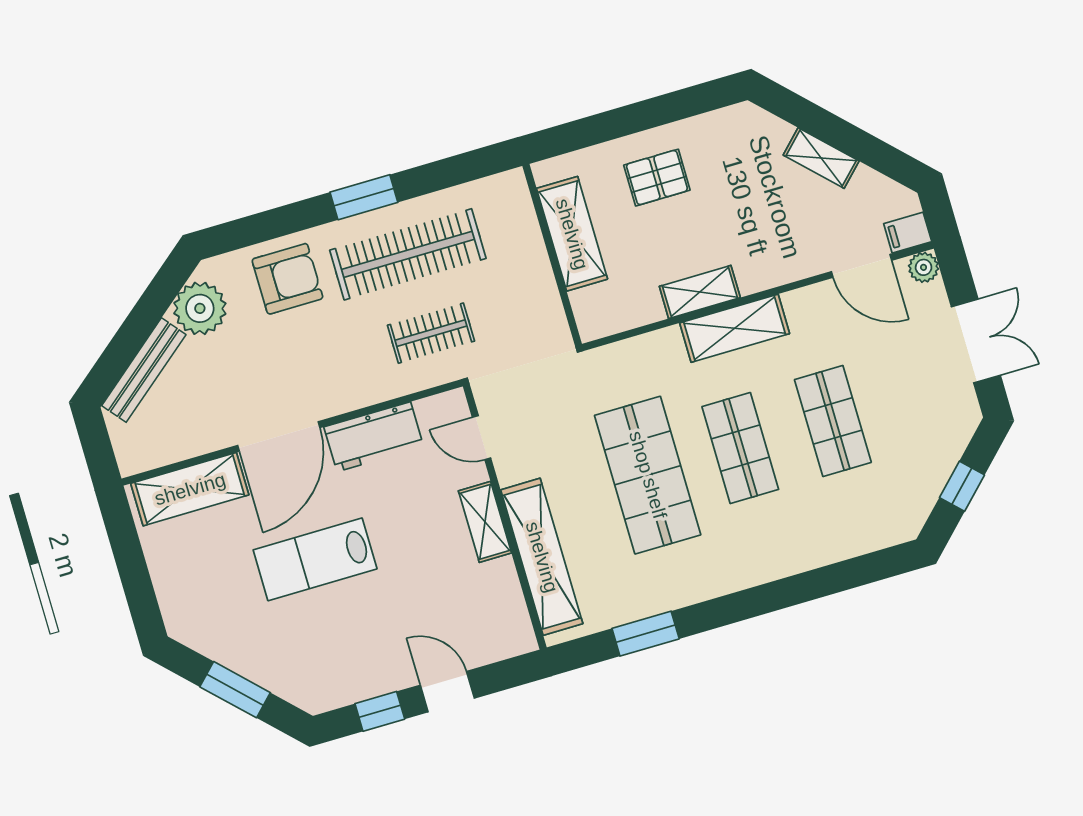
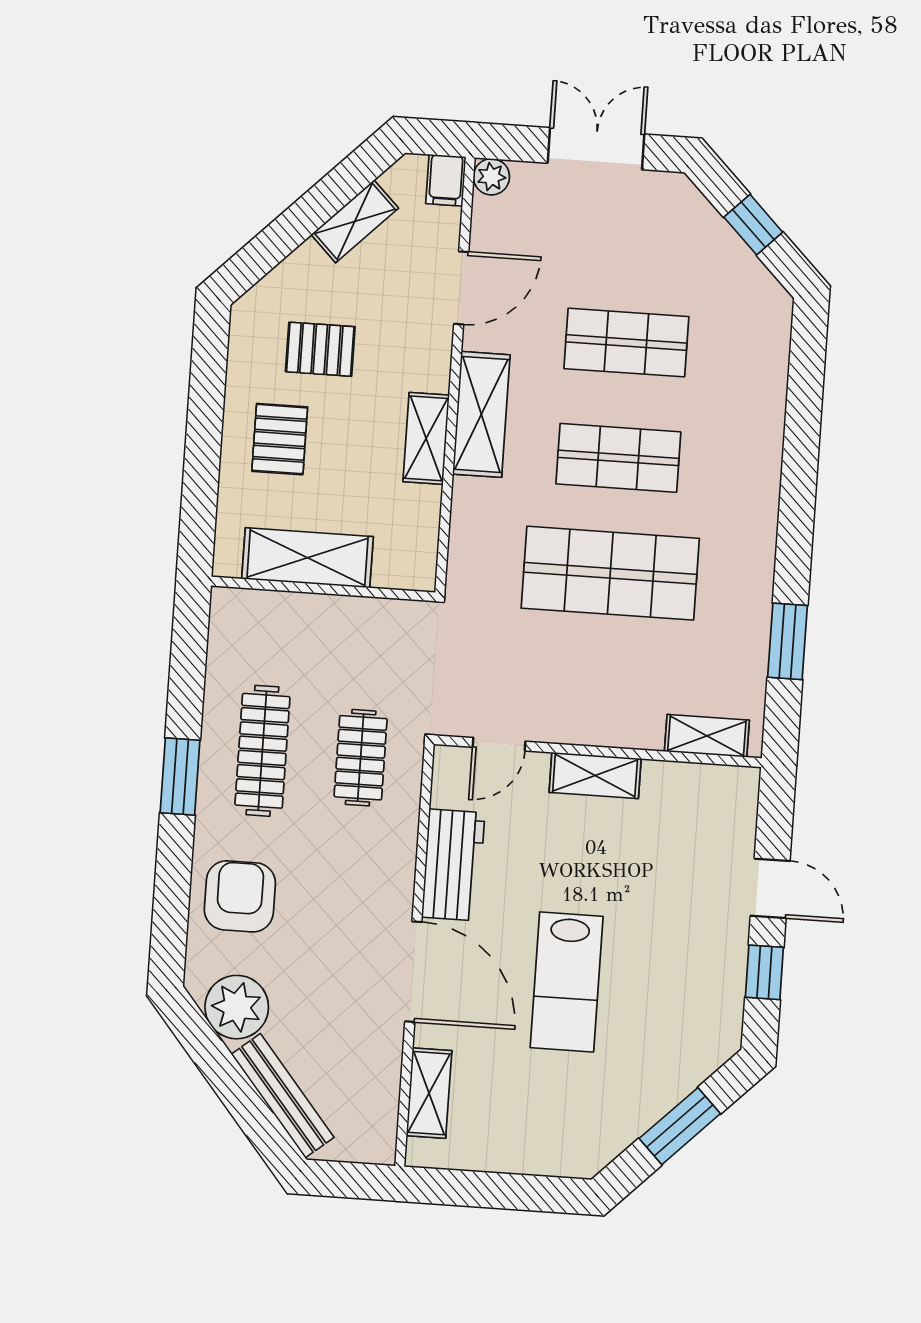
shelving: (821, 158) -> (355, 221), moved
pallet: (739, 183) -> (320, 349), added
clothes rail: (408, 254) -> (262, 751), width x0.73, depth x0.76
door: (862, 266) -> (461, 288), moved
shelving: (190, 489) -> (429, 1093), width x0.67, depth x0.75
shelving: (542, 557) -> (707, 736), width x0.45, depth x0.75
door: (447, 692) -> (770, 888), swing flipped

